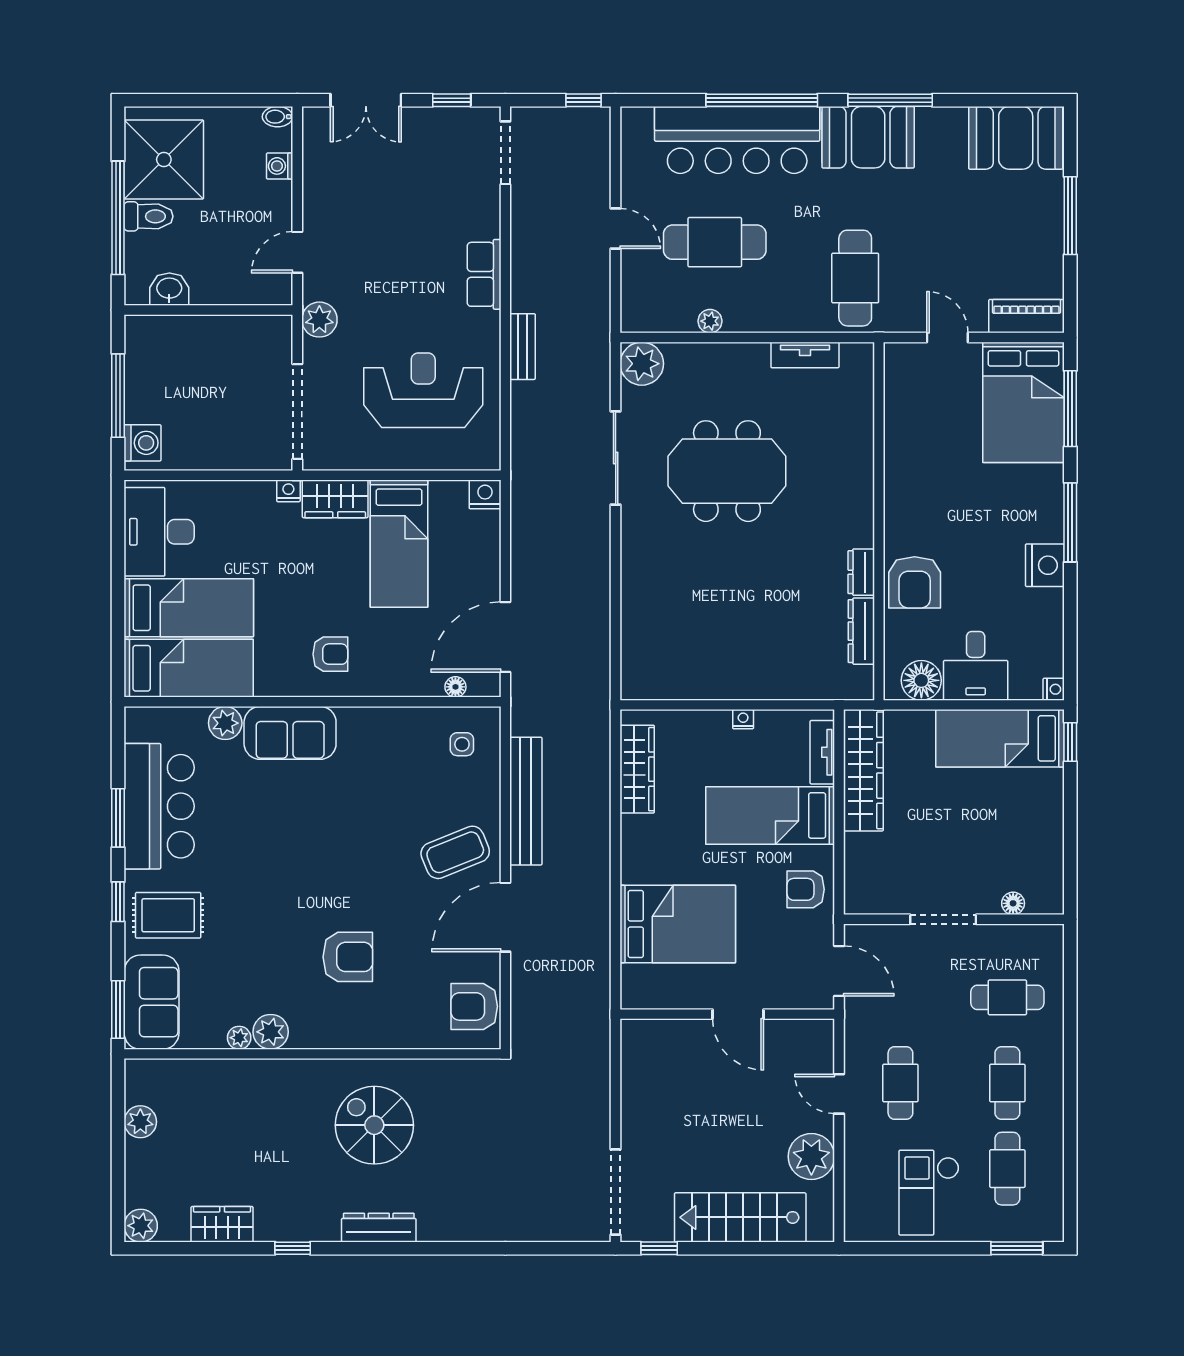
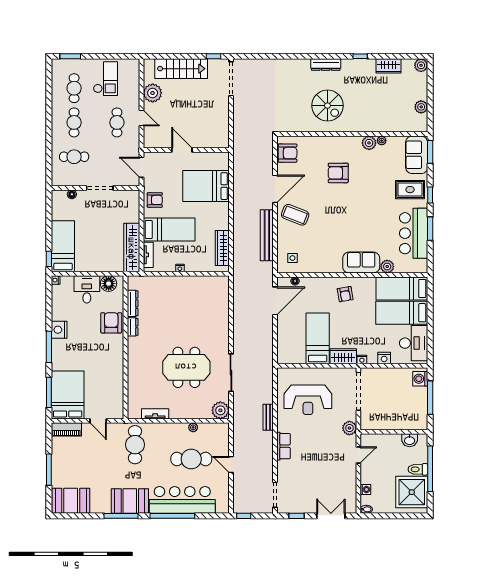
nightstand: (485, 494) -> (384, 358), moved
armchair: (330, 654) -> (345, 294), turned -100
bed: (1000, 738) -> (63, 246), moved, turned -90
coffee table: (455, 852) -> (295, 215), turned 43

